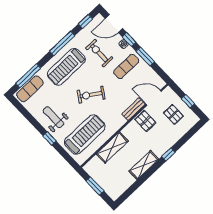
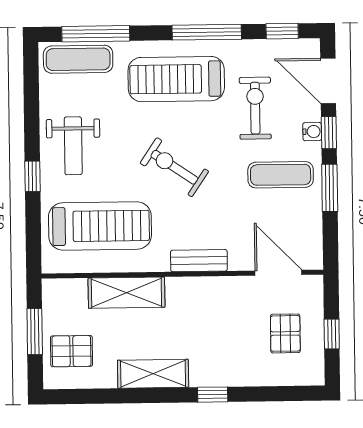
bench: (134, 109) -> (199, 261), moved
weight bench: (53, 117) -> (73, 146), turned 180
pallet: (145, 121) -> (71, 351), moved, turned 90

